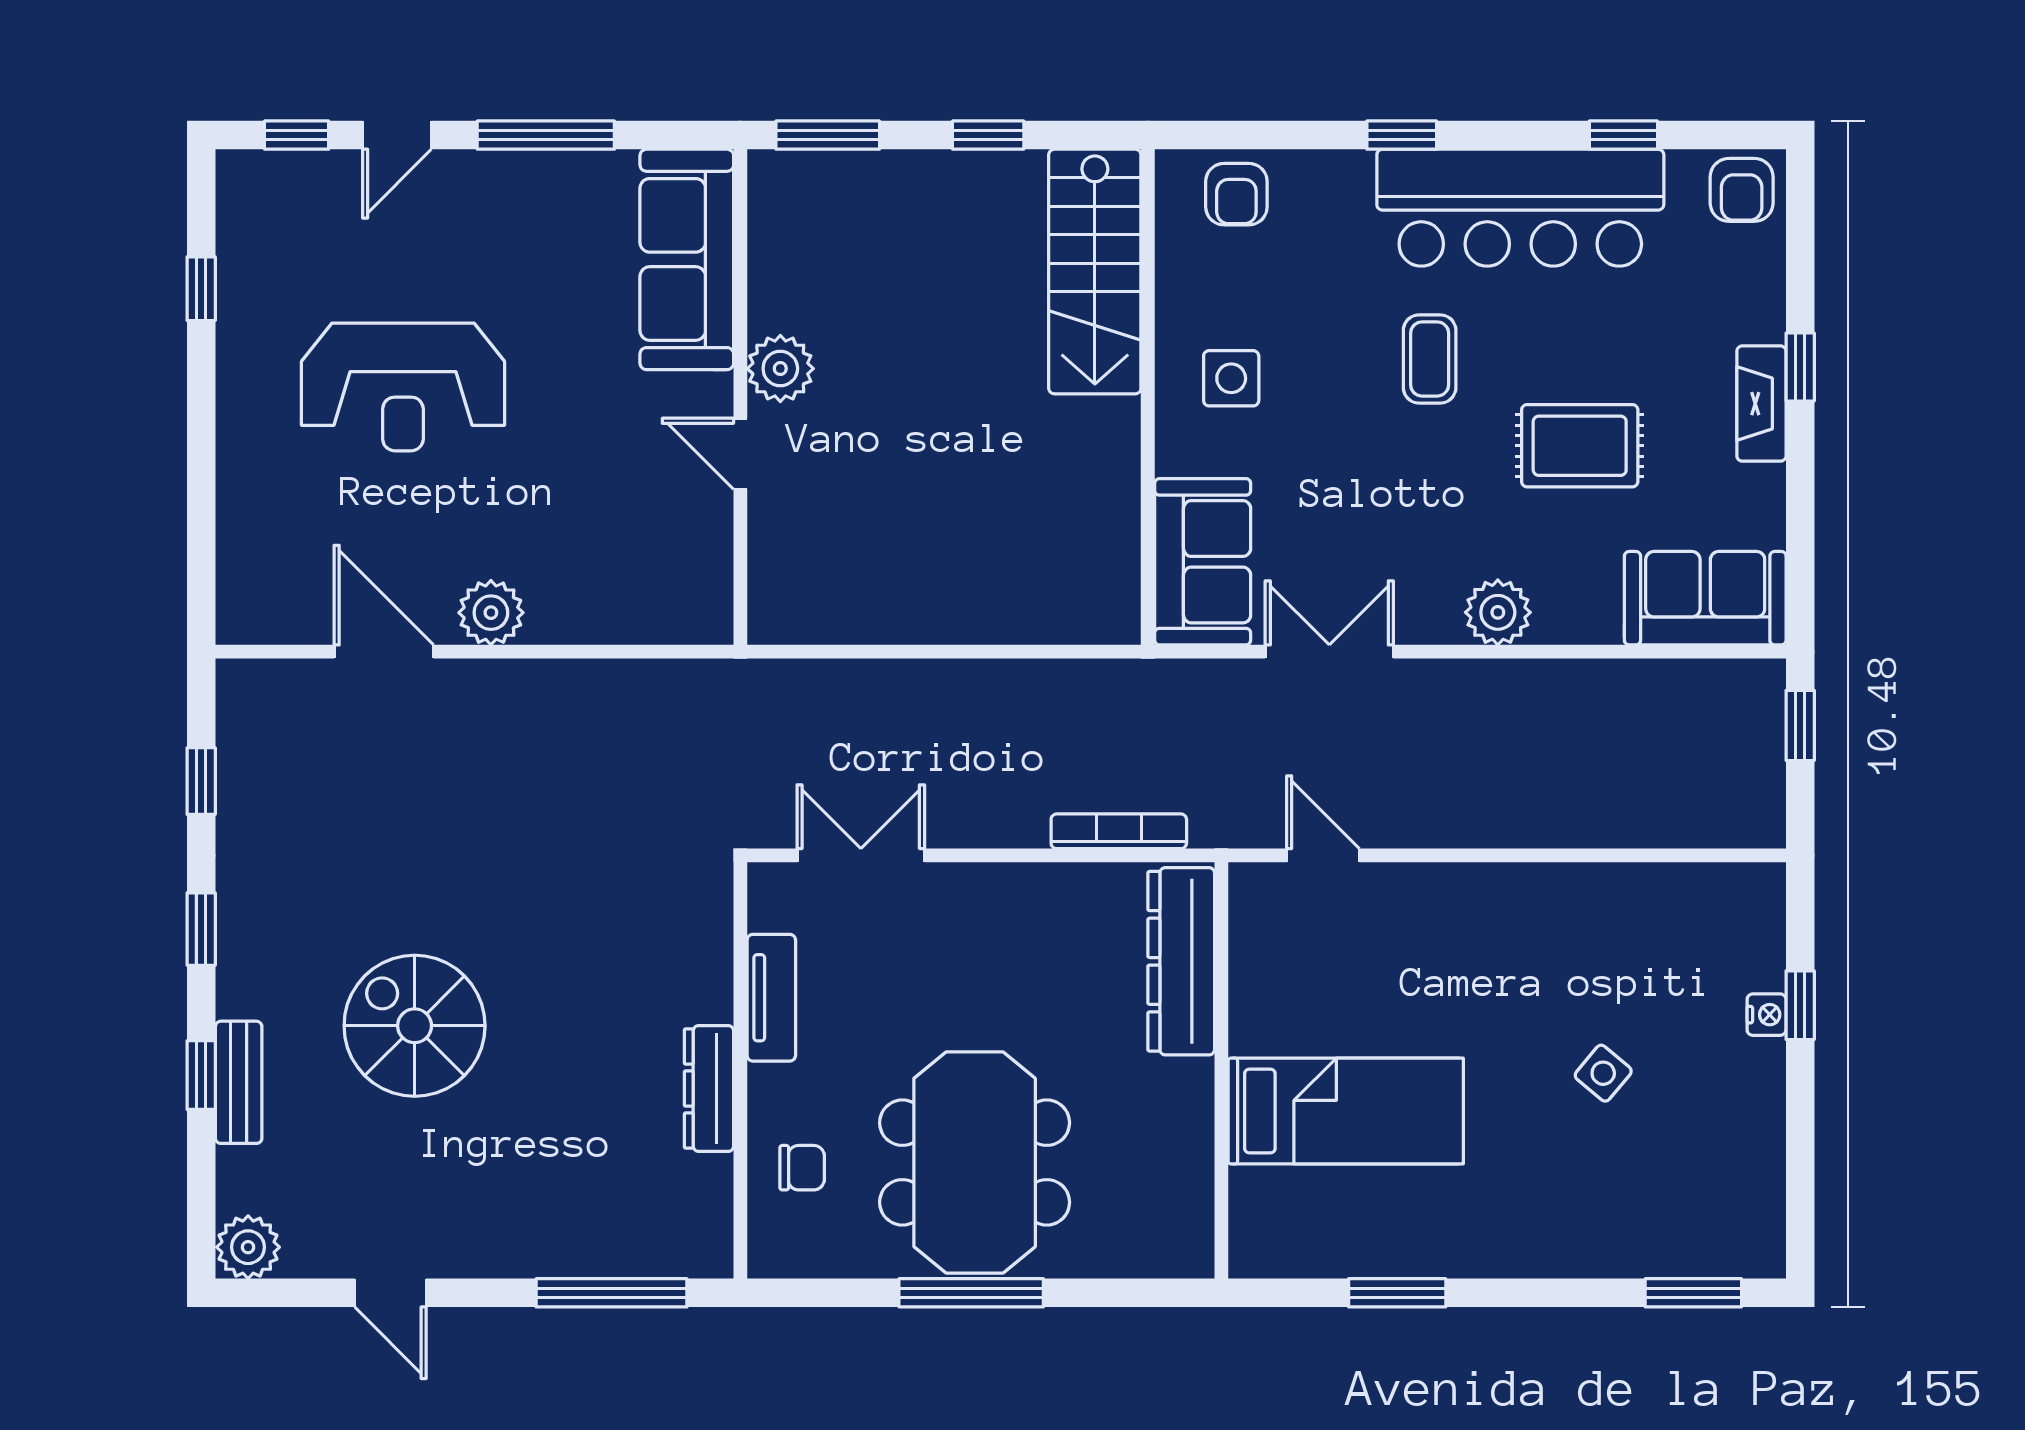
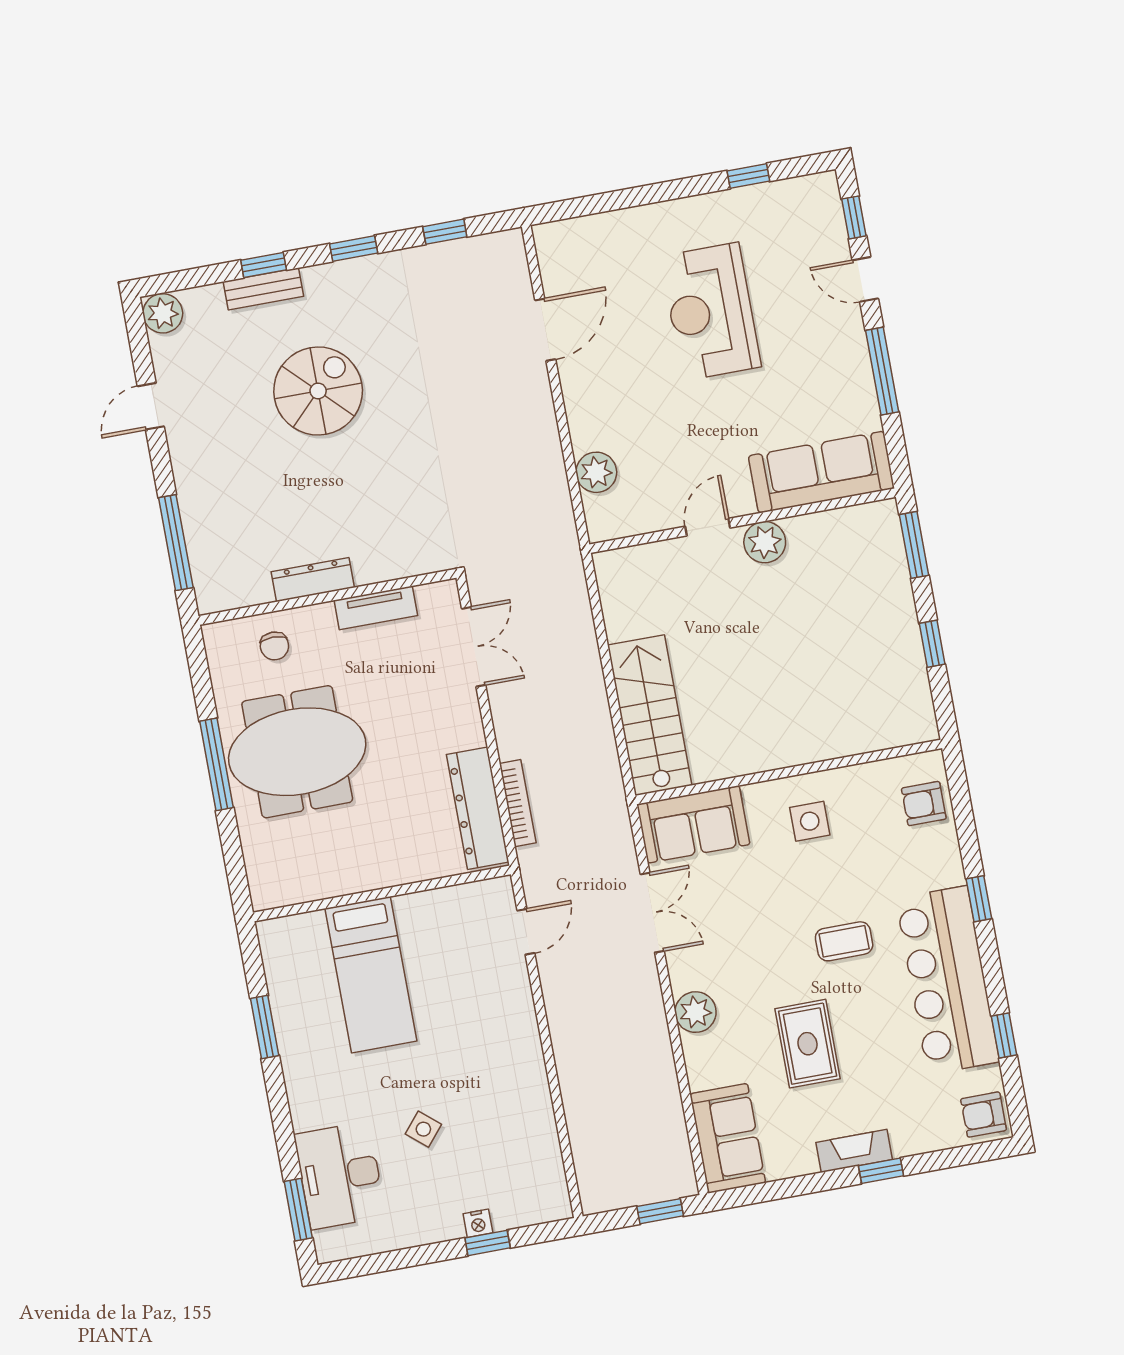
stairs: (1095, 272) -> (650, 715), moved, turned 90
plant: (491, 613) -> (596, 472), moved
dresser: (1181, 961) -> (478, 808), moved, turned -90
desk: (1652, 1217) -> (340, 1175), added

